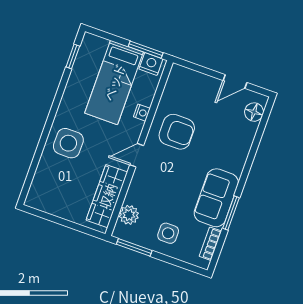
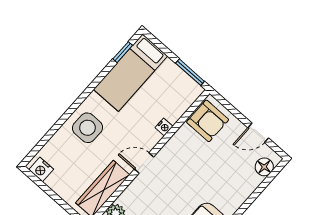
nightstand: (151, 64) -> (41, 169), moved, turned 180
bed: (114, 82) -> (130, 73), moved
armchair: (177, 132) -> (208, 121), moved

